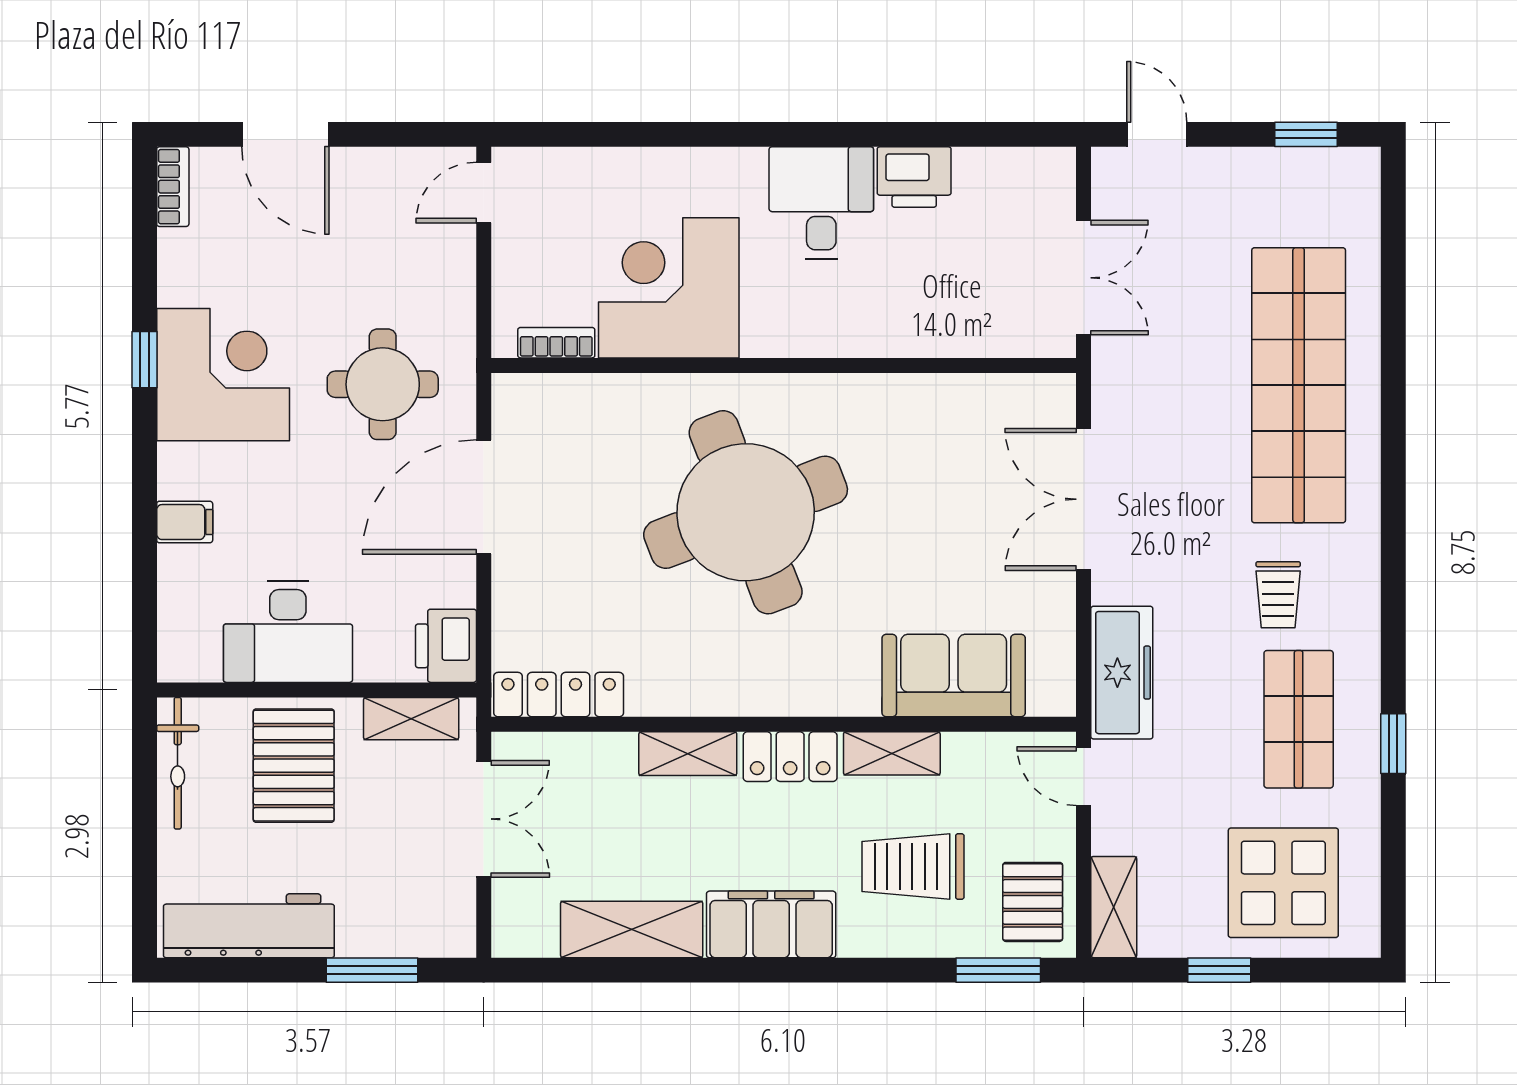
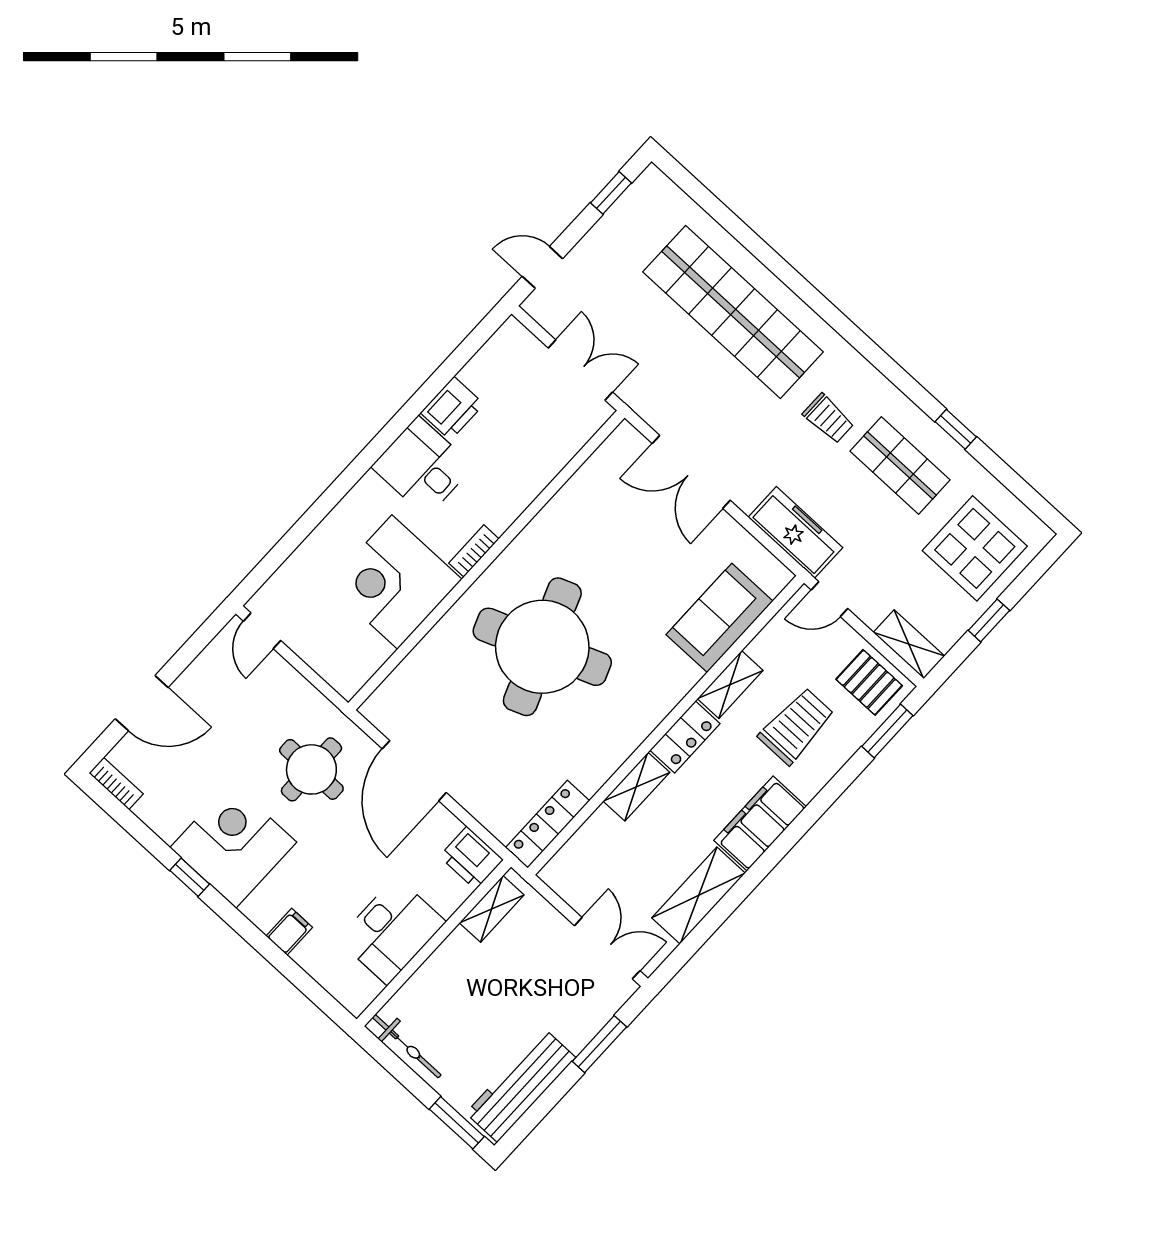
bookcase: (556, 343) -> (474, 551), moved
pallet: (294, 766) -> (461, 989), removed
double door: (484, 819) -> (607, 948), moved
trolley: (913, 867) -> (796, 726), turned 180
window: (144, 894) -> (457, 1123), added

